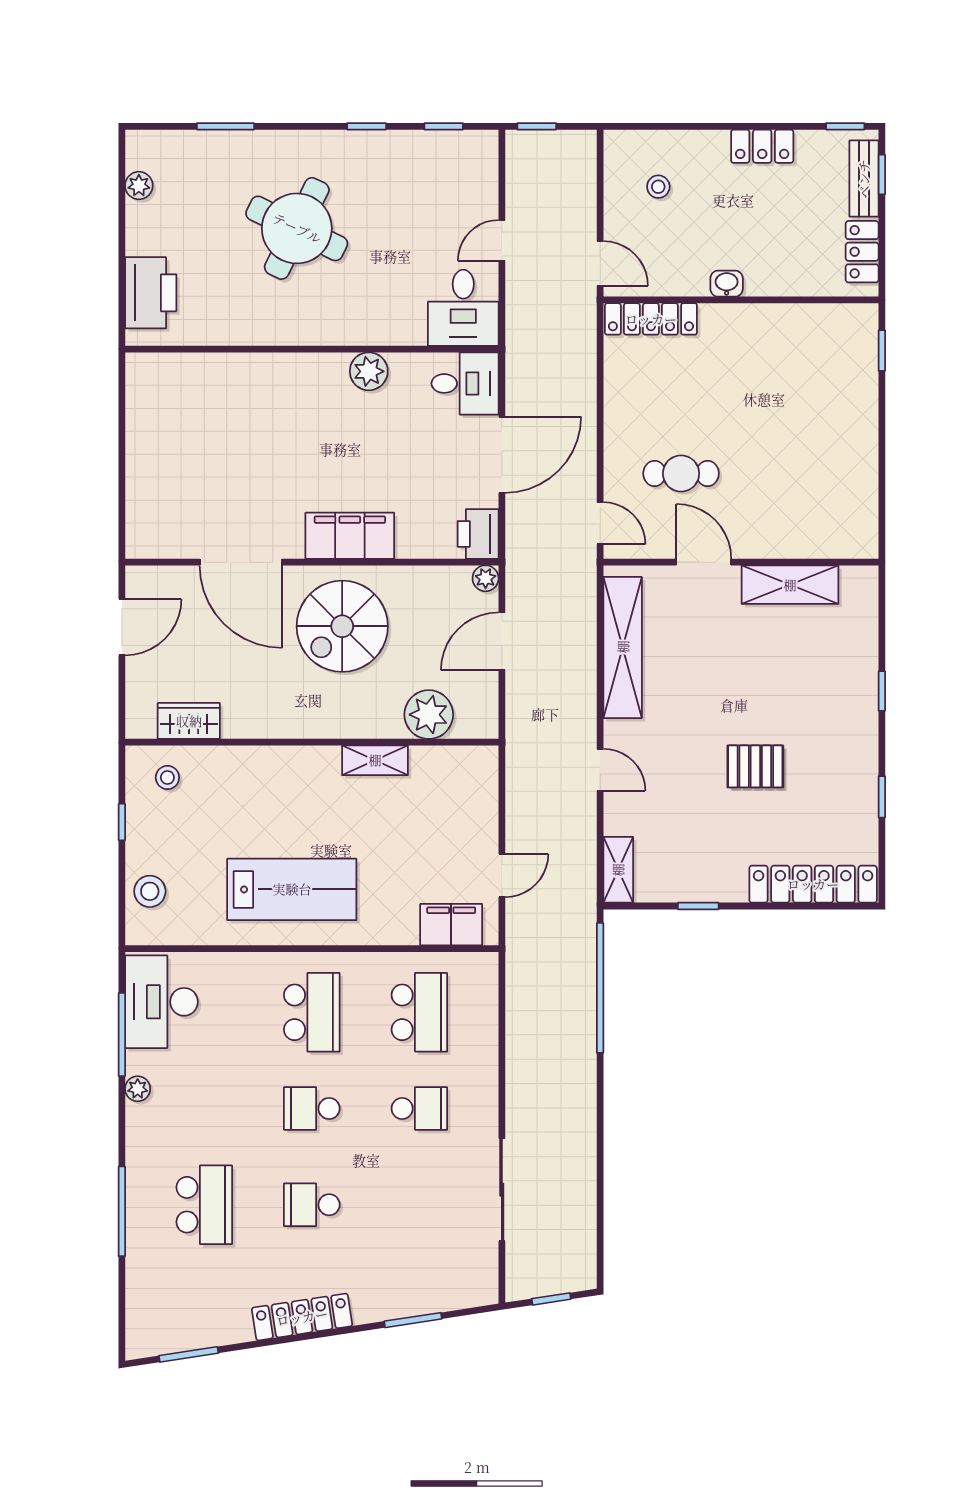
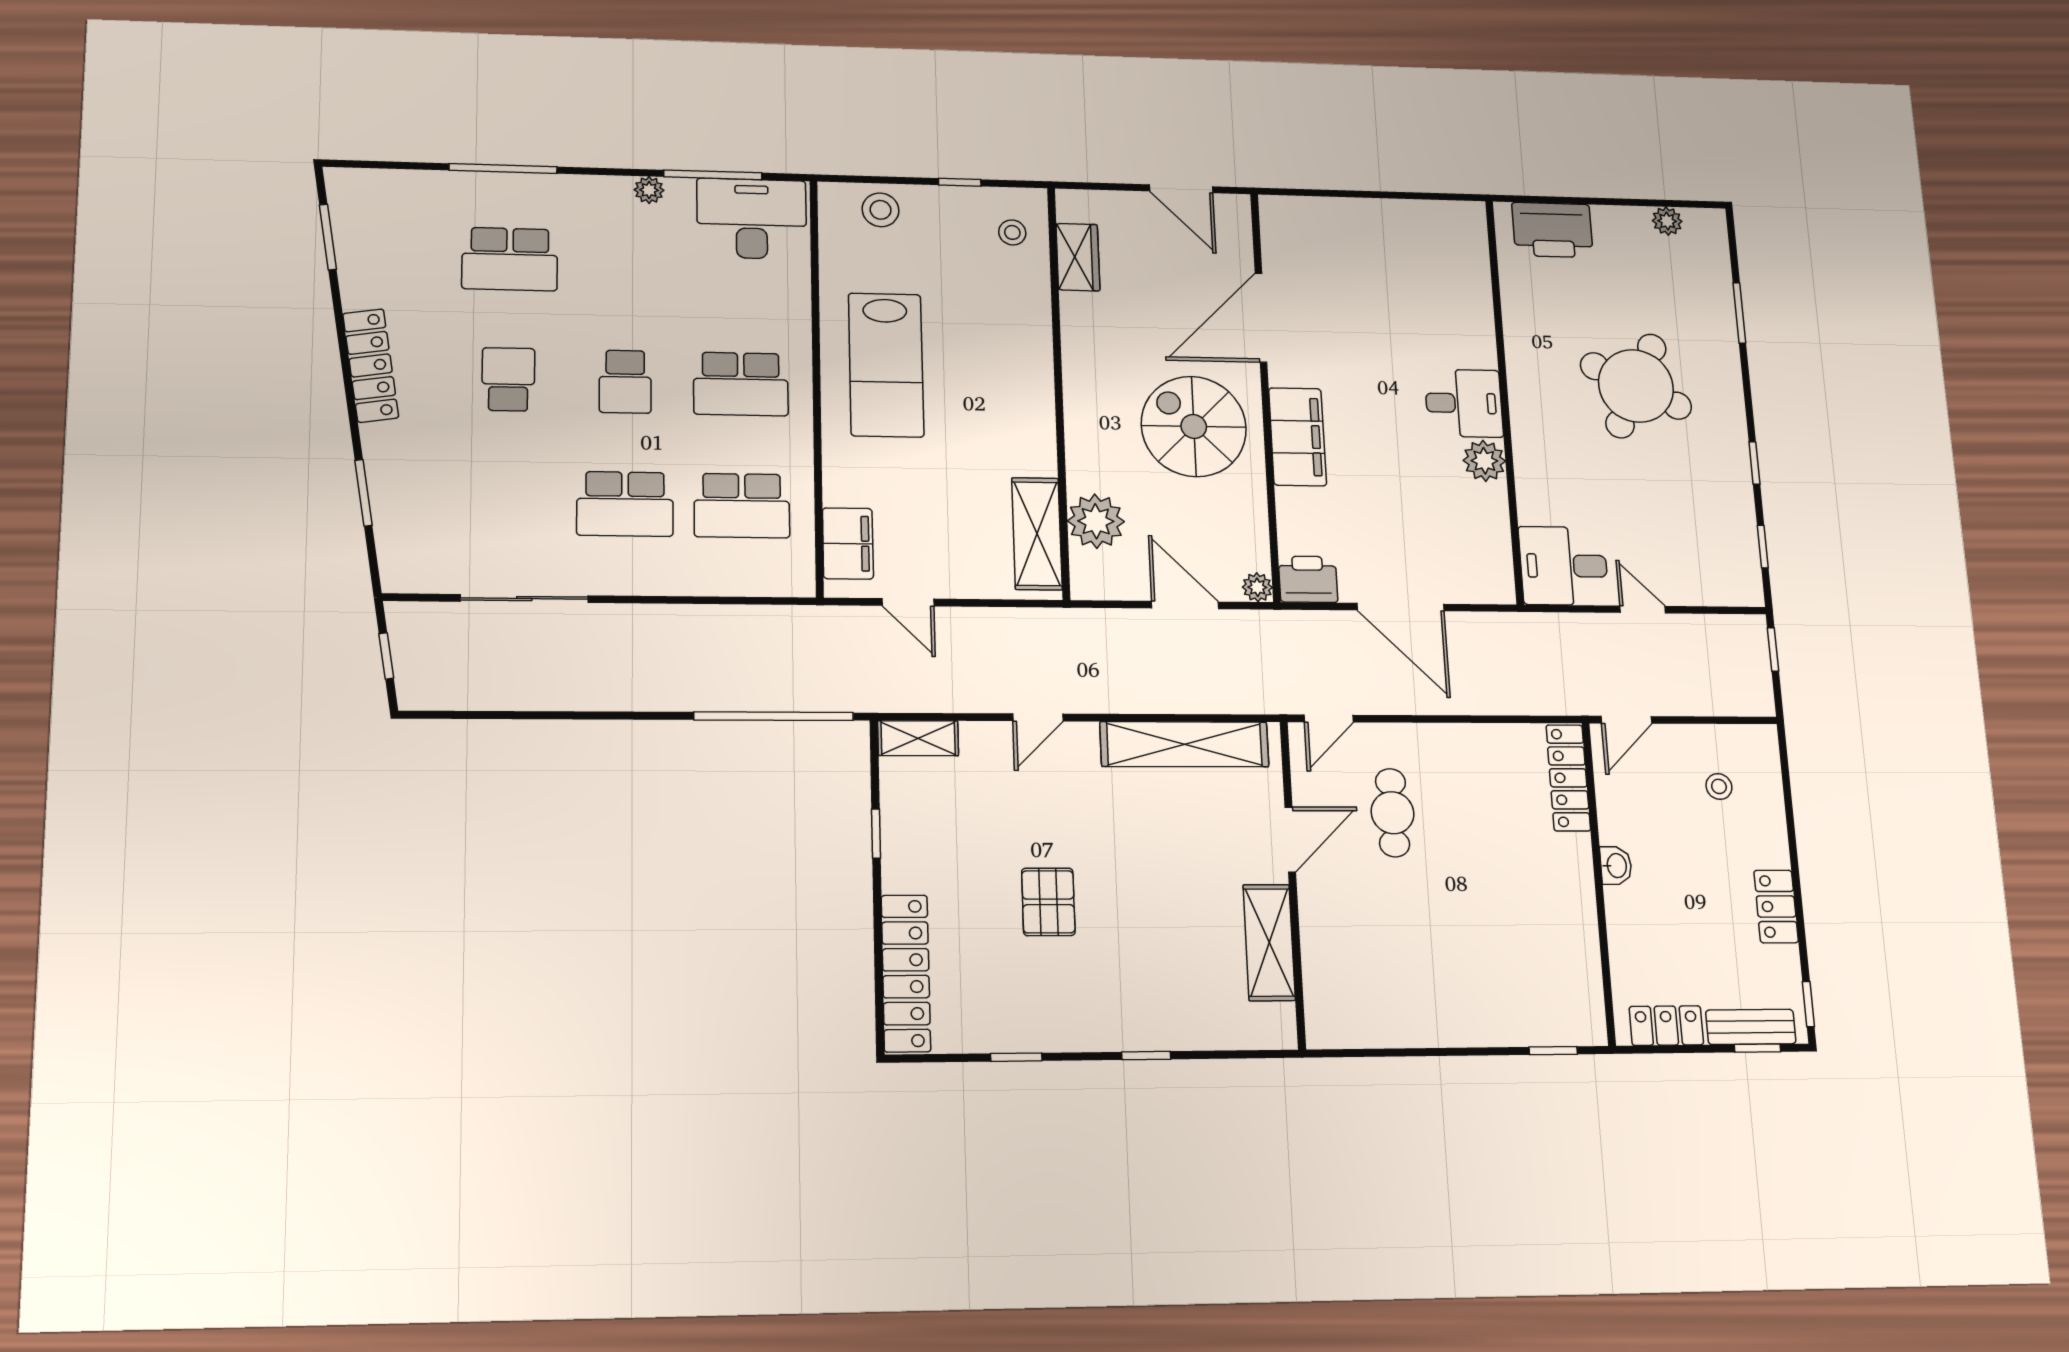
desk: (465, 383) -> (1464, 403), moved, turned -90
shelving: (375, 760) -> (1037, 534), moved, width x1.50, depth x1.33
school desk: (312, 1109) -> (625, 382), turned 180
school desk: (419, 1109) -> (625, 504), width x1.85

